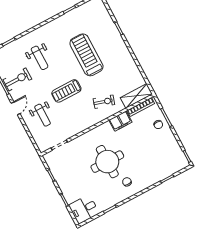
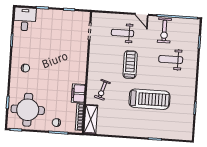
round table: (107, 162) -> (28, 110), moved

